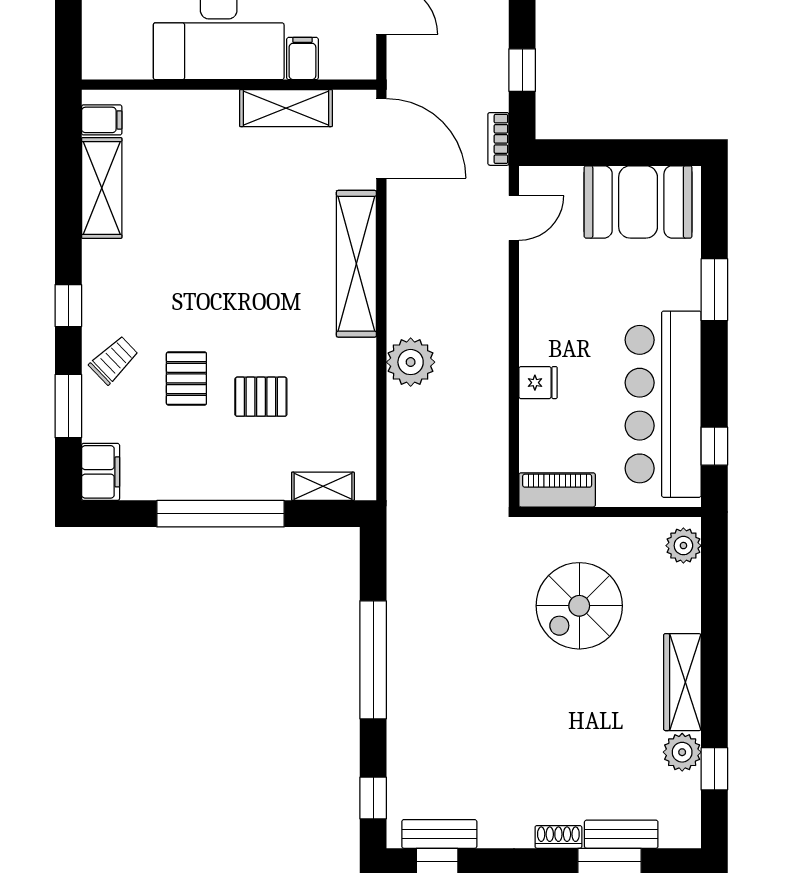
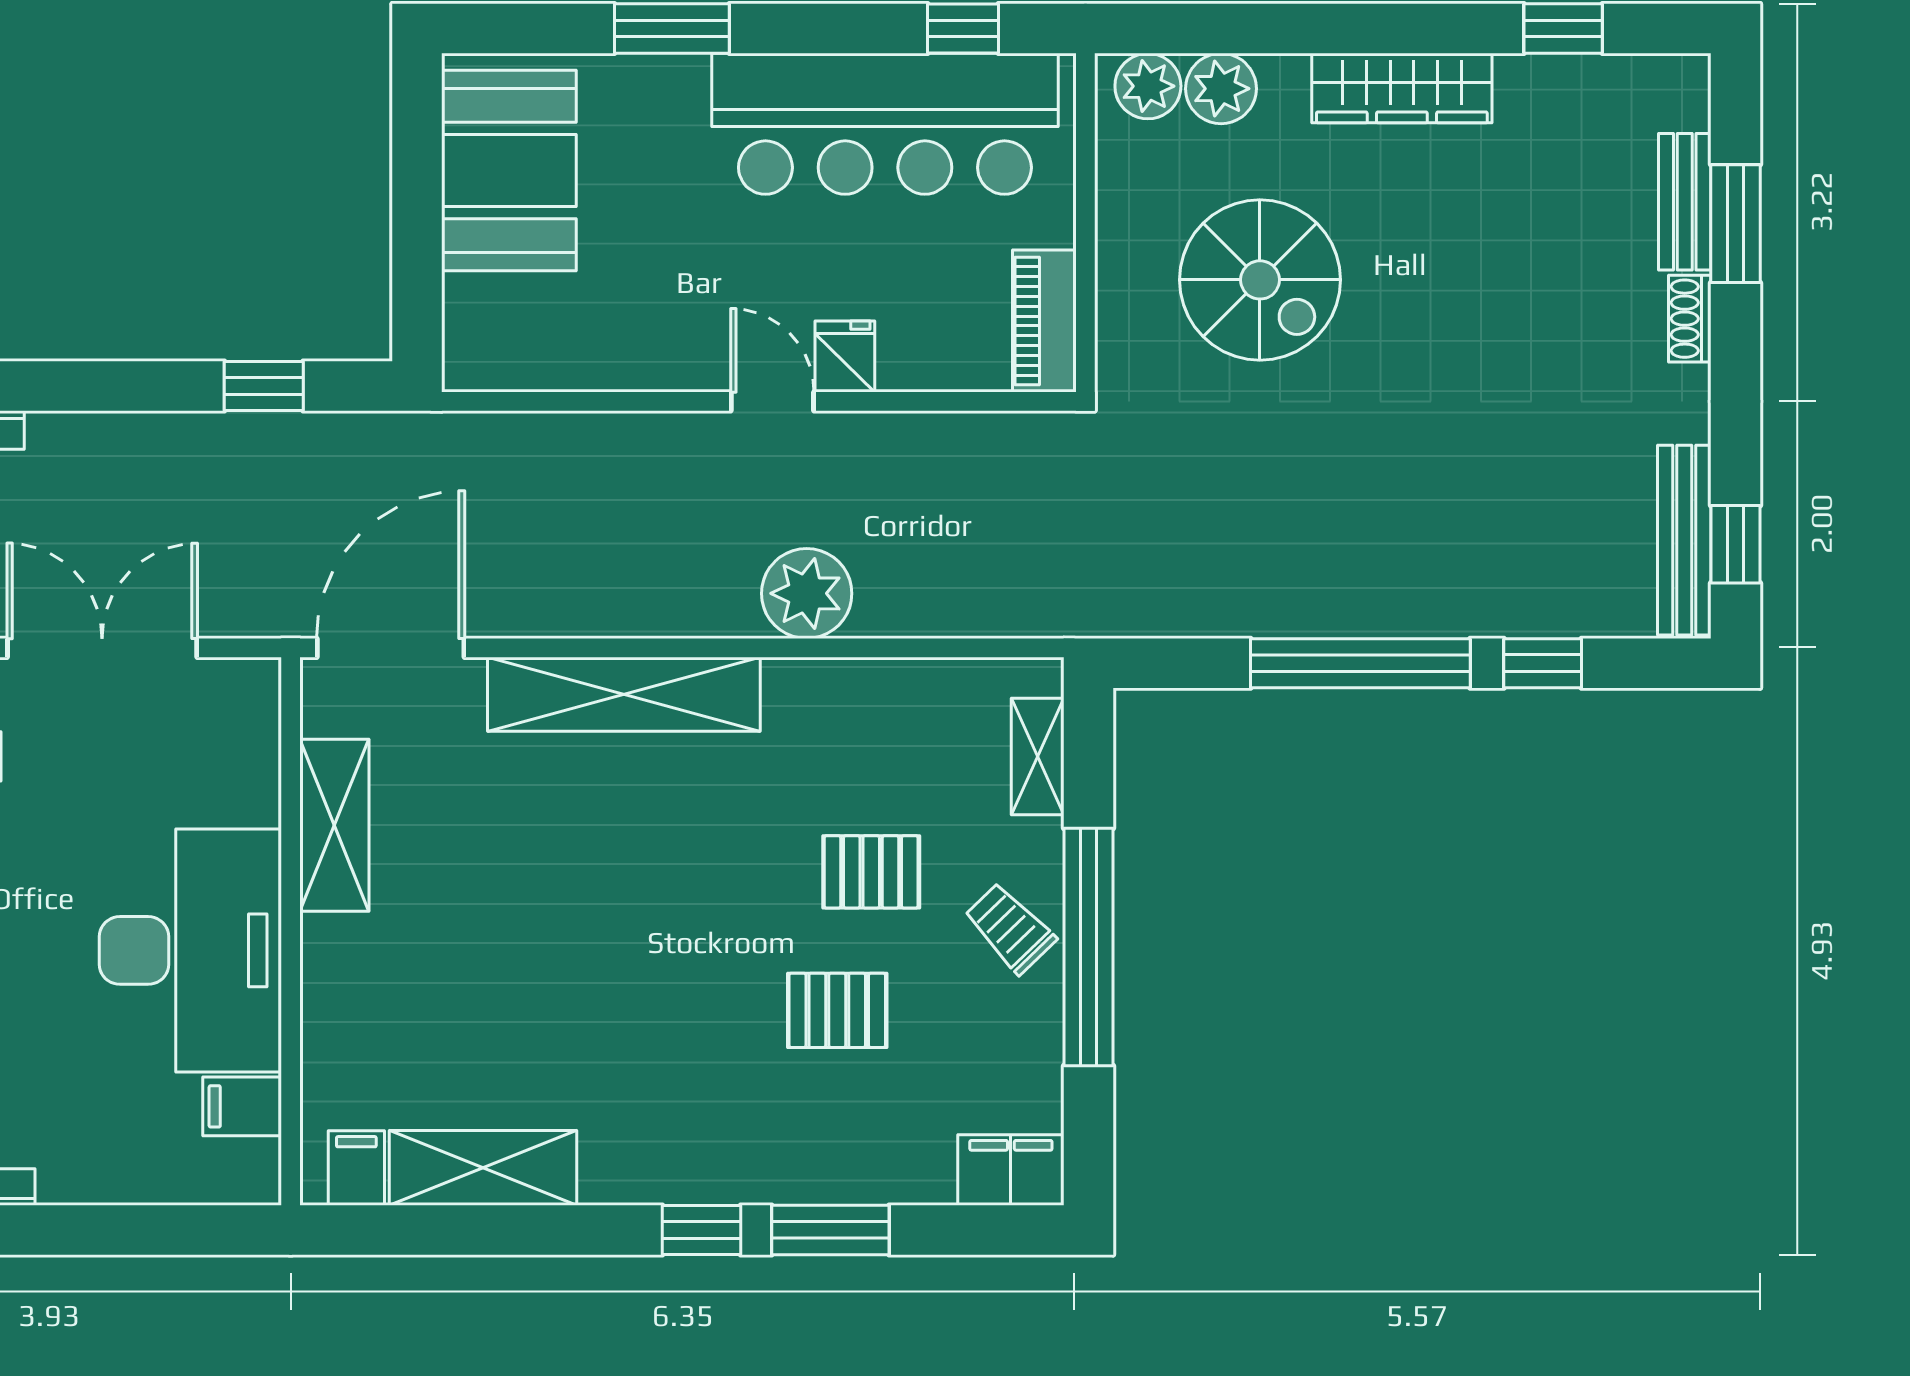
filing cabinet: (302, 59) -> (242, 1106), moved
bookcase: (498, 139) -> (392, 430), removed
door: (514, 218) -> (772, 401), moved
trolley: (114, 360) -> (1010, 928), moved
pallet: (261, 397) -> (871, 872), turned 90
window: (68, 406) -> (830, 1230), moved
plant: (682, 752) -> (1221, 89), moved
window: (373, 798) -> (1543, 663), moved
bench: (439, 834) -> (1684, 540), width x1.36

